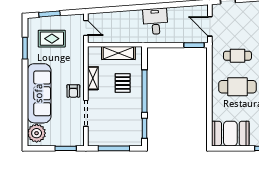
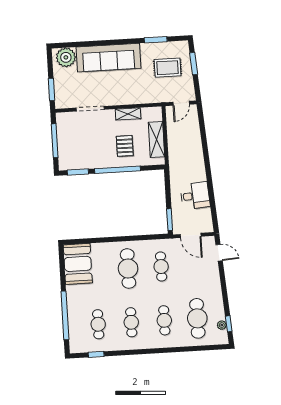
desk: (155, 21) -> (195, 196), moved
door: (210, 26) -> (191, 235), swing flipped
rug: (52, 39) -> (168, 68), turned 90
pallet: (123, 83) -> (125, 146), turned 90
armchair: (73, 91) -> (113, 94), removed

